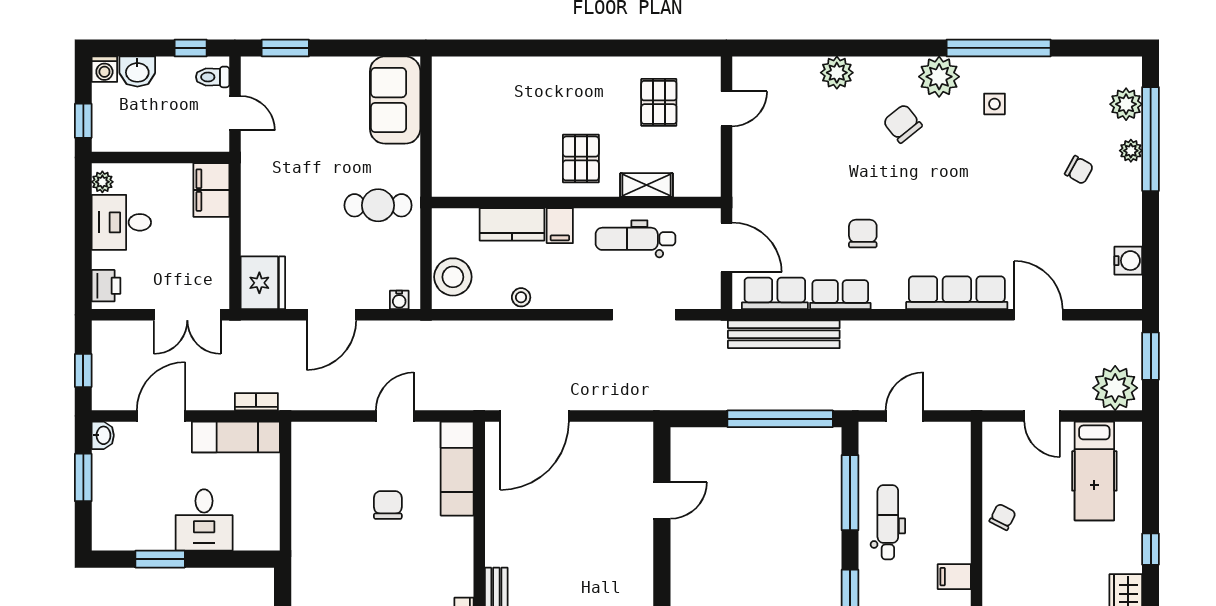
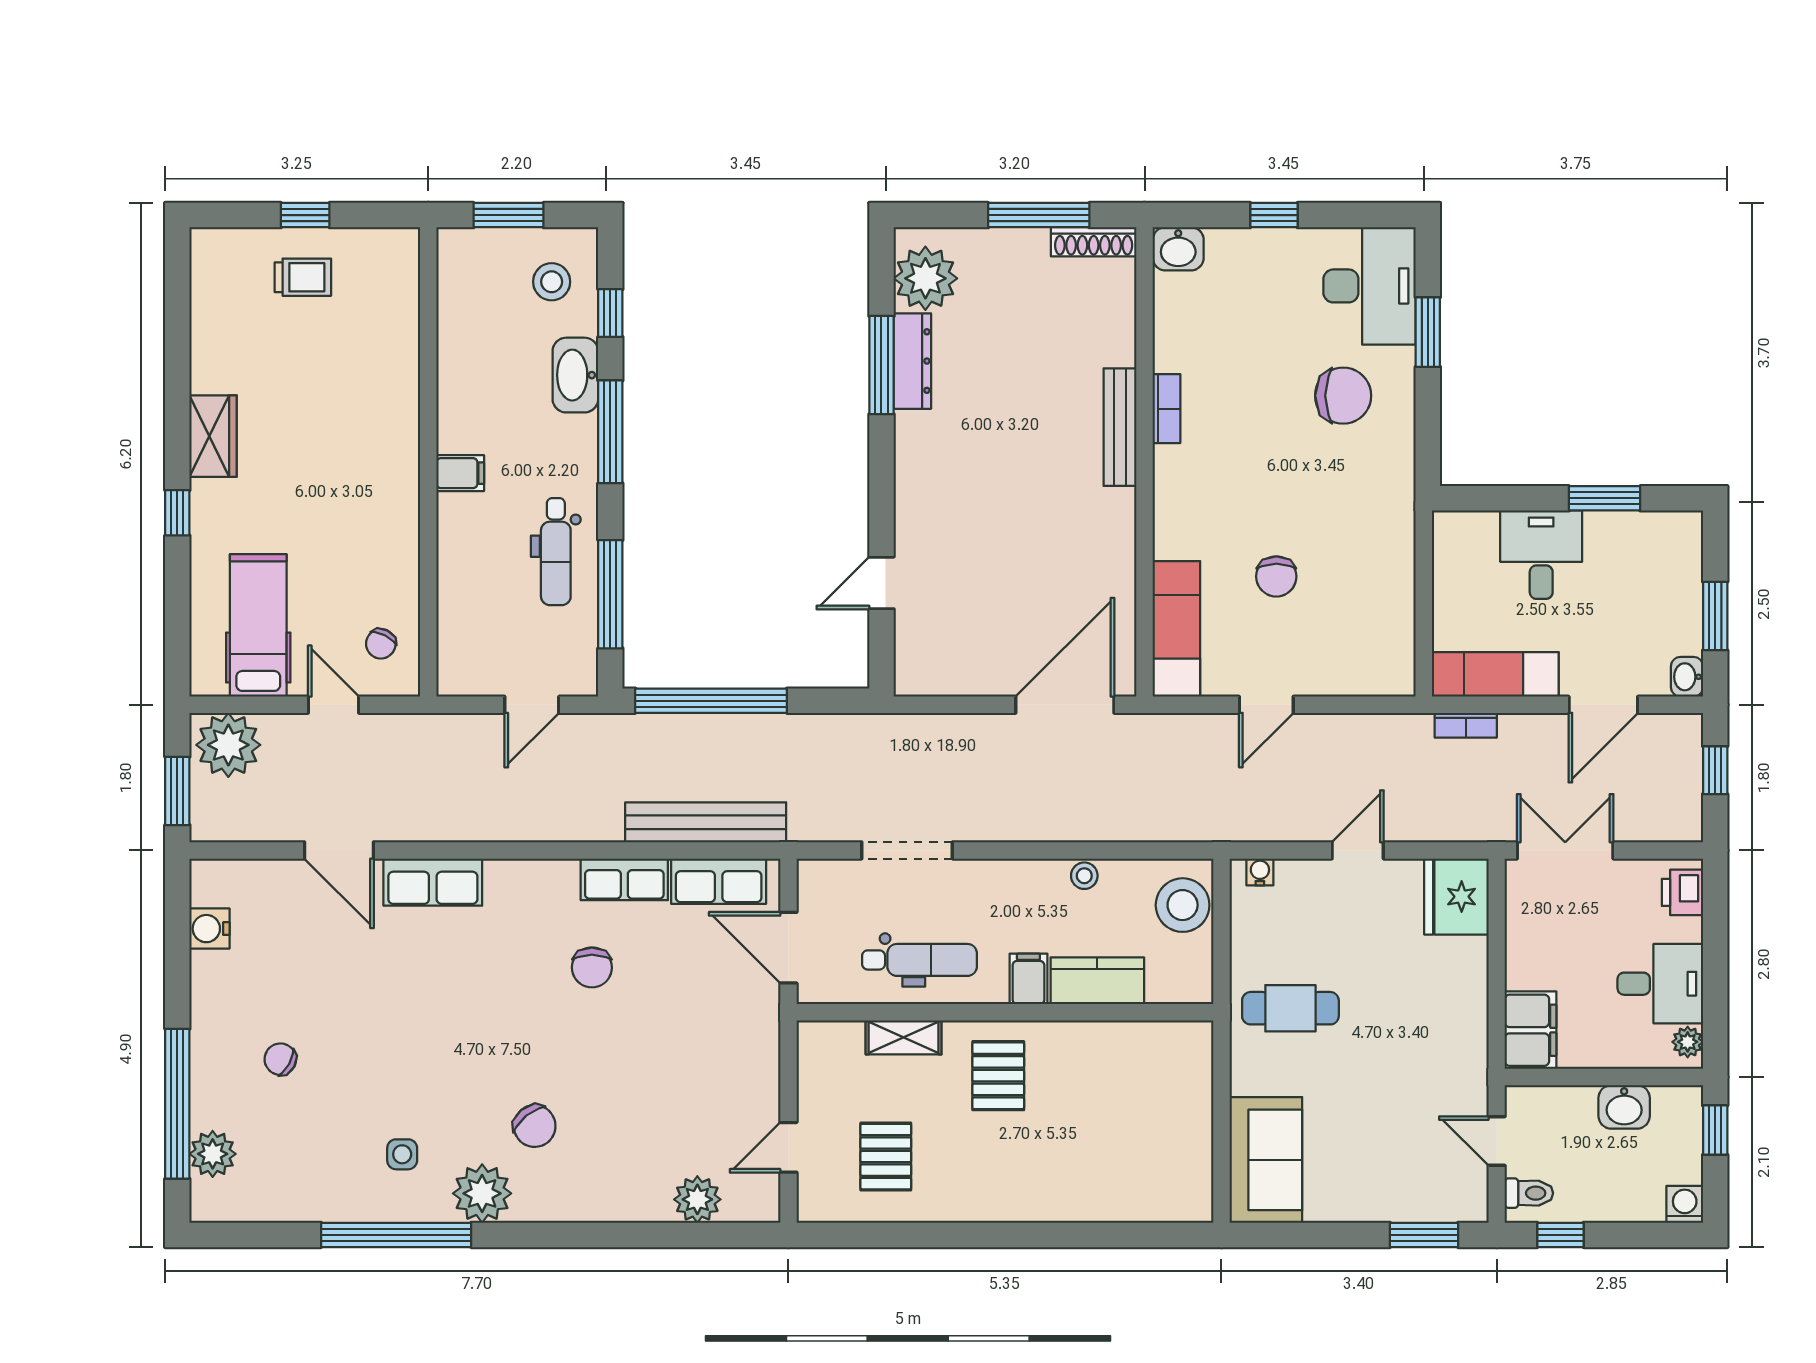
washbasin: (137, 72) -> (1624, 1107), moved, turned 180
plant: (837, 73) -> (697, 1199), moved
plant: (1131, 151) -> (206, 1087), removed
row of seats: (957, 293) -> (433, 882), width x0.68
door: (331, 315) -> (1358, 850), width x0.73
chair: (1003, 517) -> (381, 644), moved

